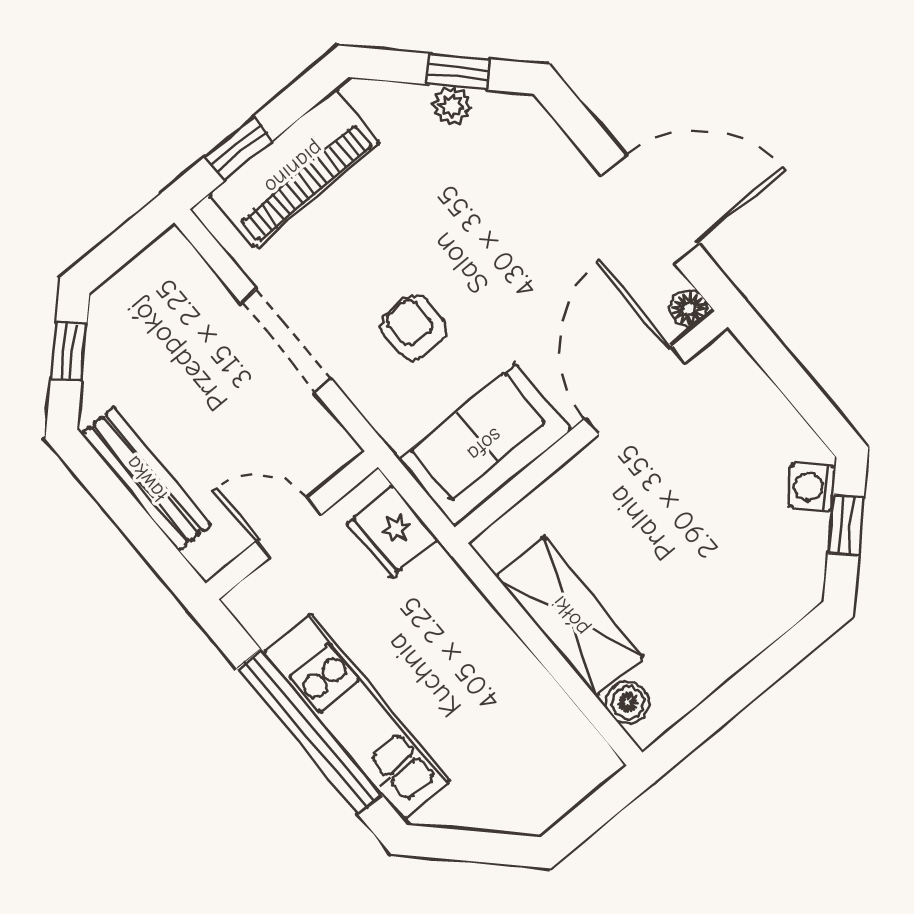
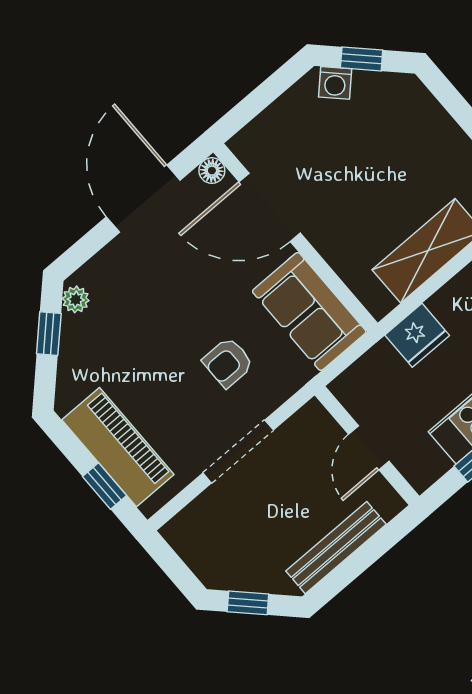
plant: (452, 106) -> (76, 299), moved
fridge: (392, 531) -> (417, 335), moved

